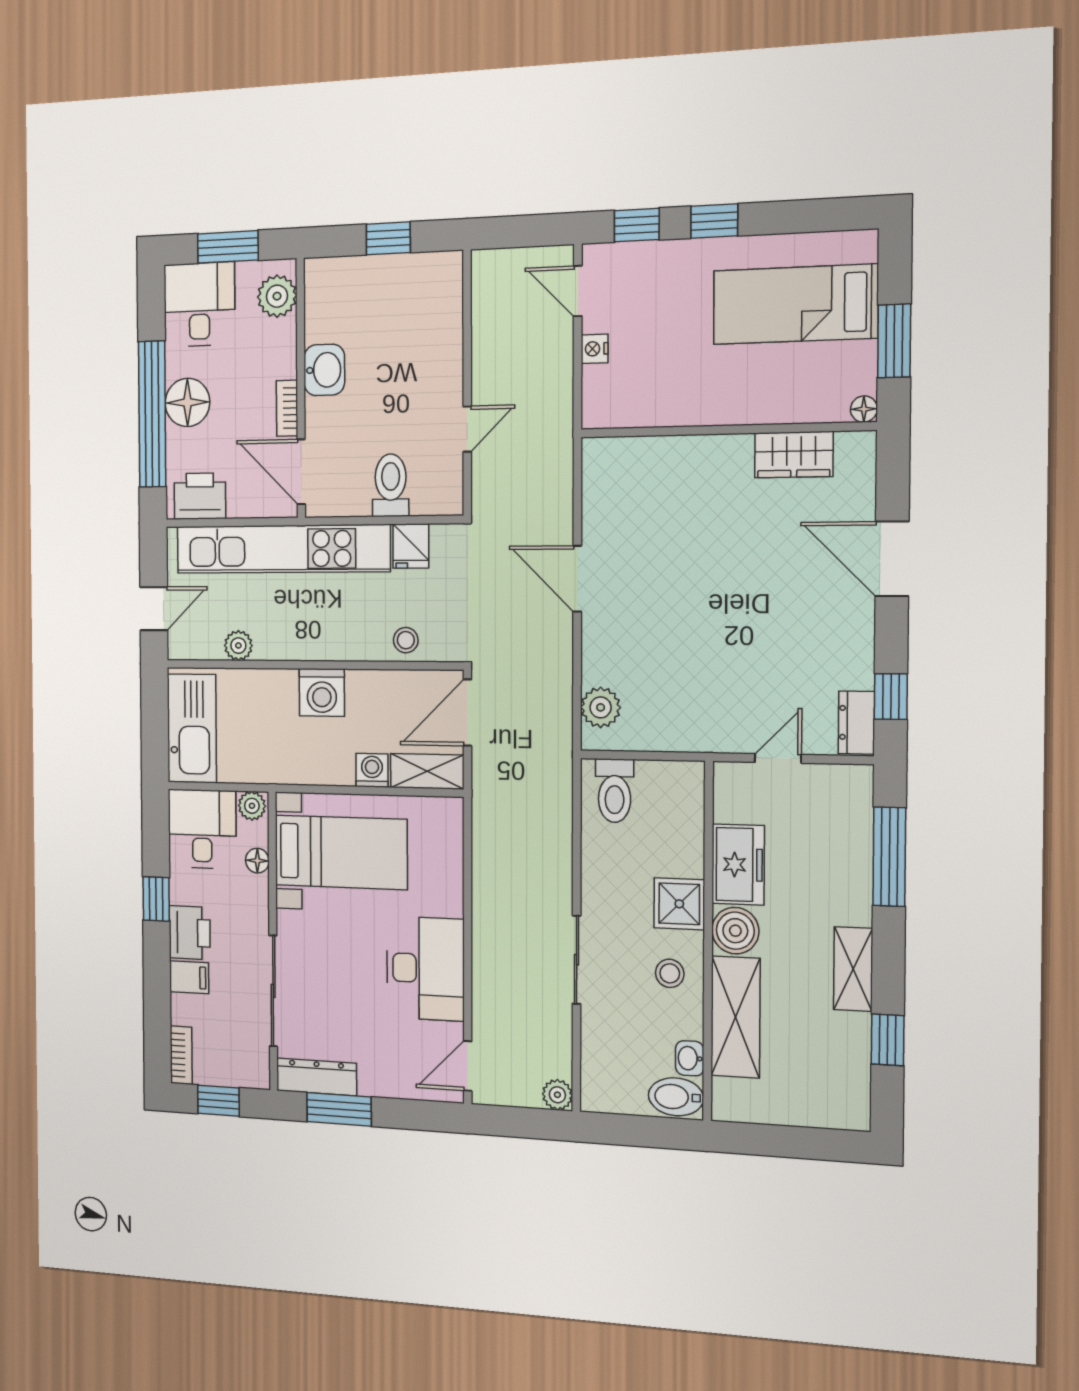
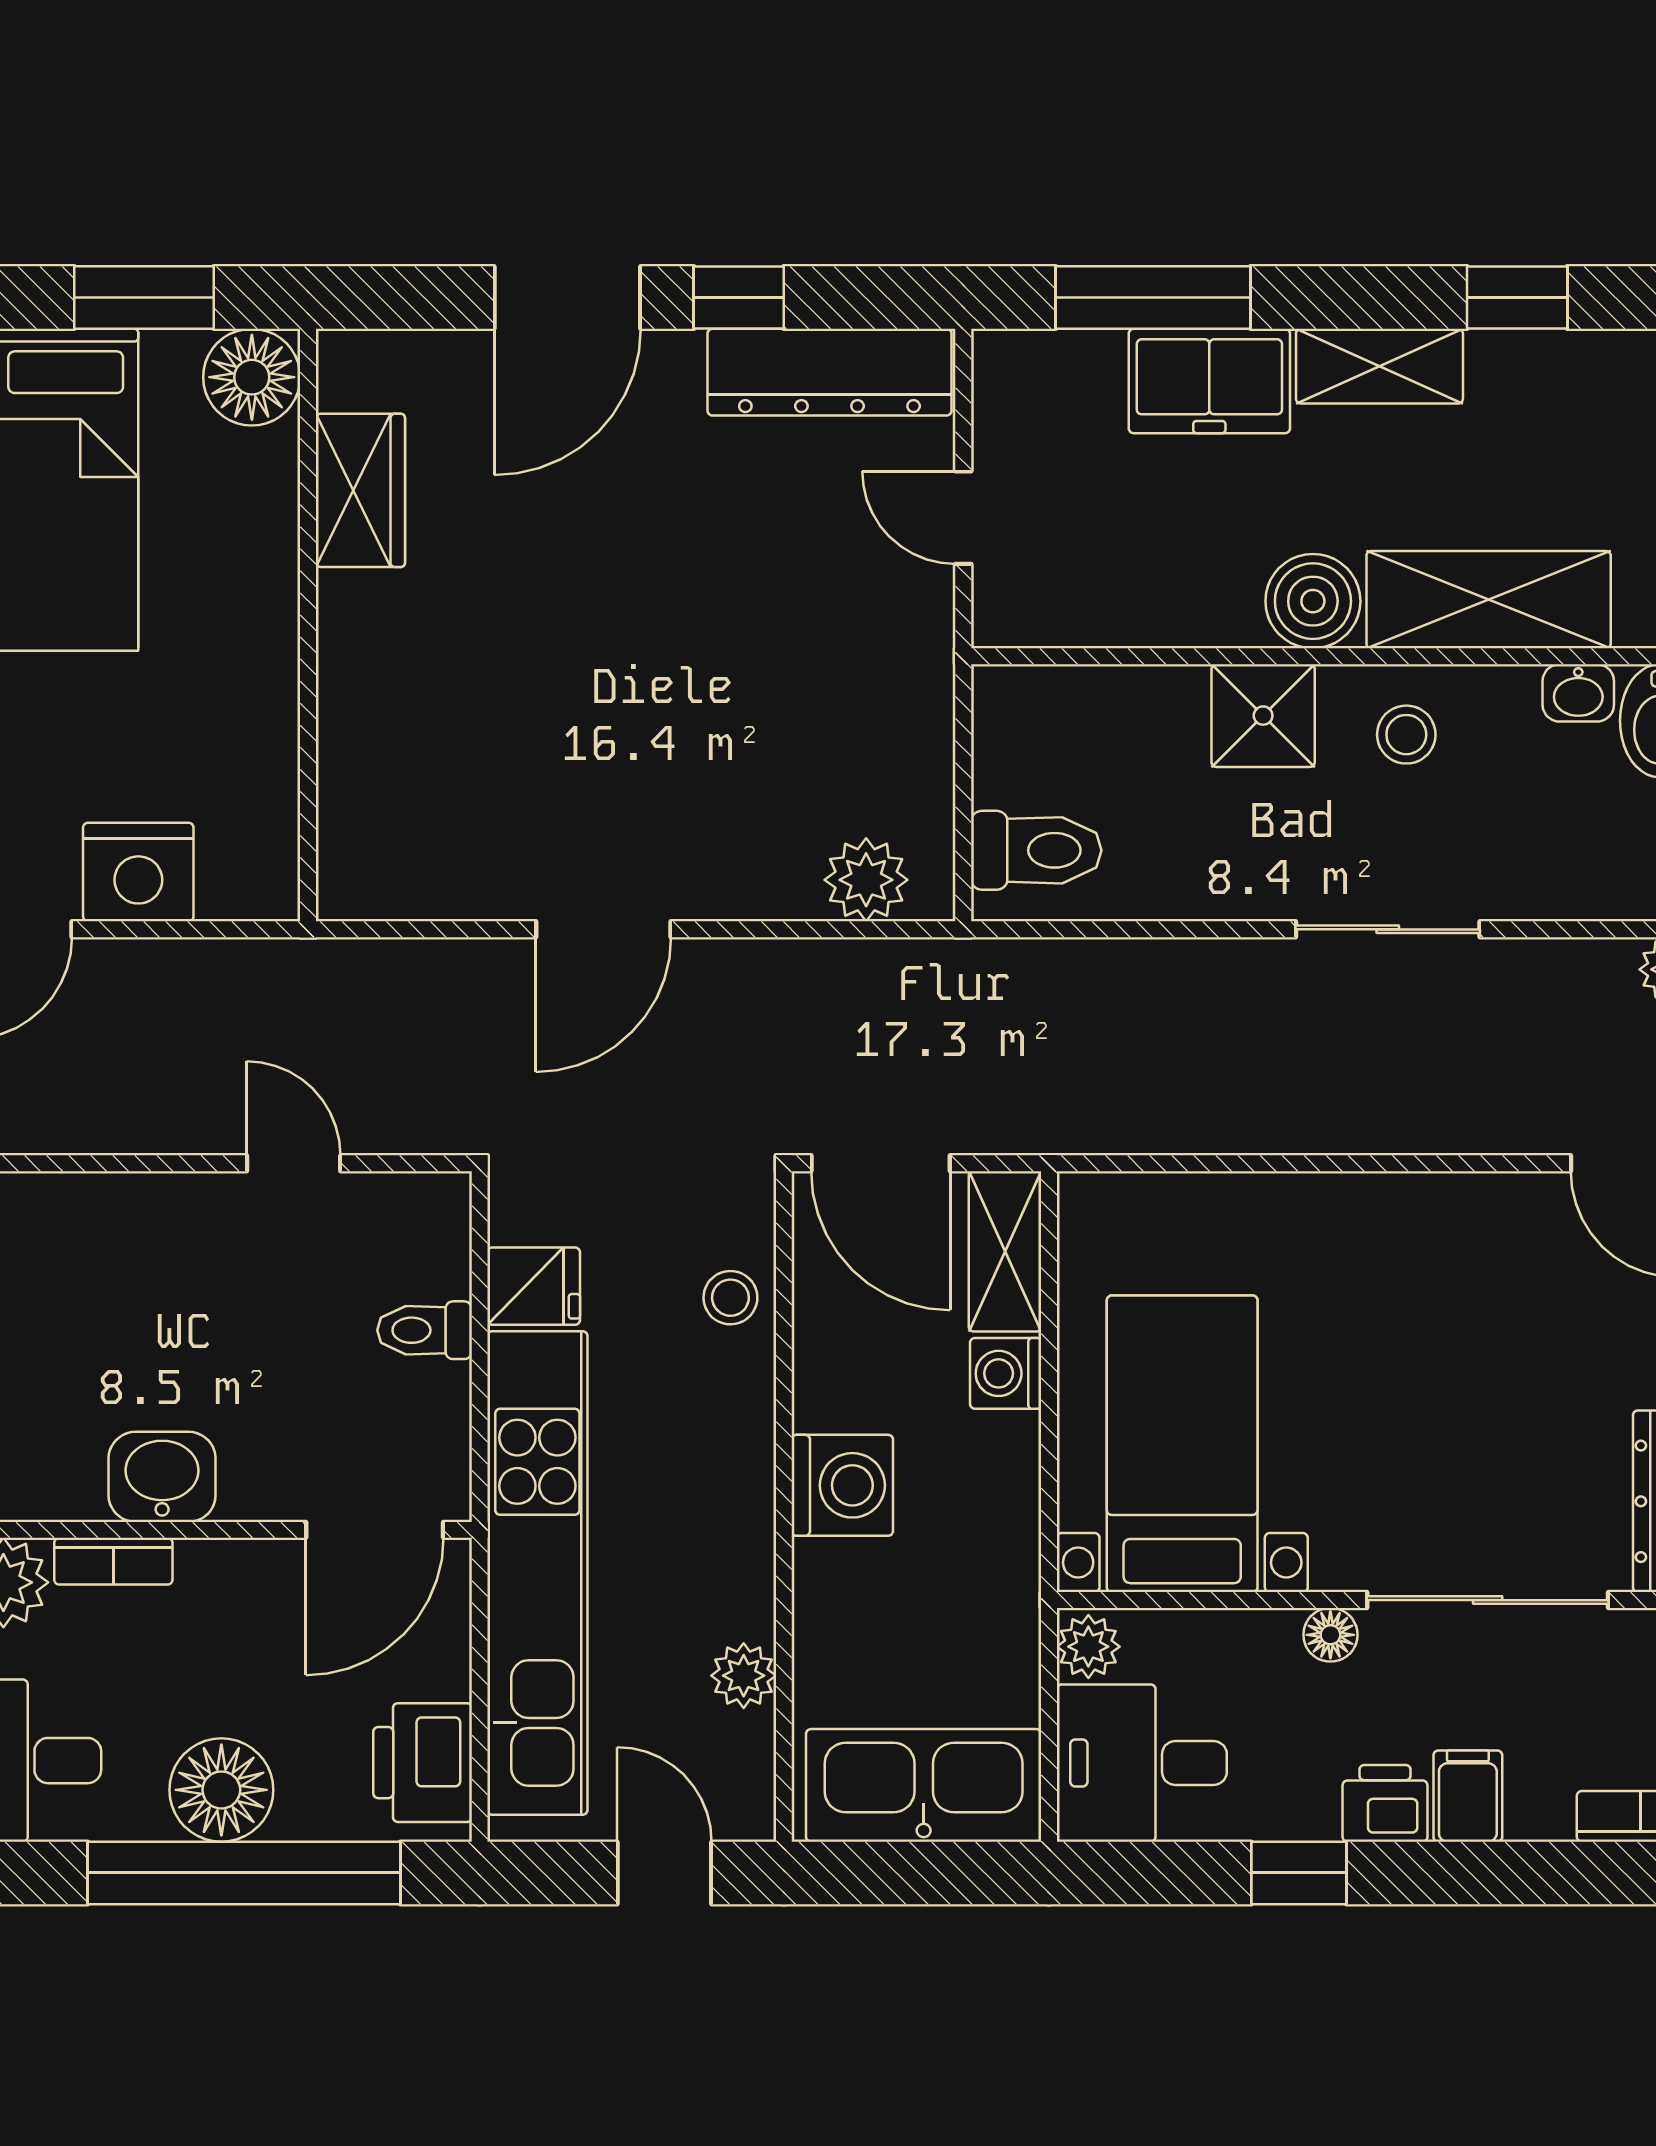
nightstand: (595, 349) -> (138, 872), width x1.89, depth x1.79
bookcase: (287, 408) -> (113, 1561), moved
floor lamp: (864, 409) -> (252, 377), width x1.89, depth x1.89
toilet: (391, 485) -> (425, 1330), width x0.73, depth x0.72
window: (891, 697) -> (739, 297), moved
dresser: (856, 723) -> (829, 372), width x1.96, depth x1.24
floor lamp: (257, 861) -> (1330, 1635), moved
freezer: (738, 865) -> (1209, 381), moved, turned 180
printer: (190, 933) -> (1385, 1803), width x0.73, depth x0.81
desk: (425, 969) -> (1422, 1256), removed

